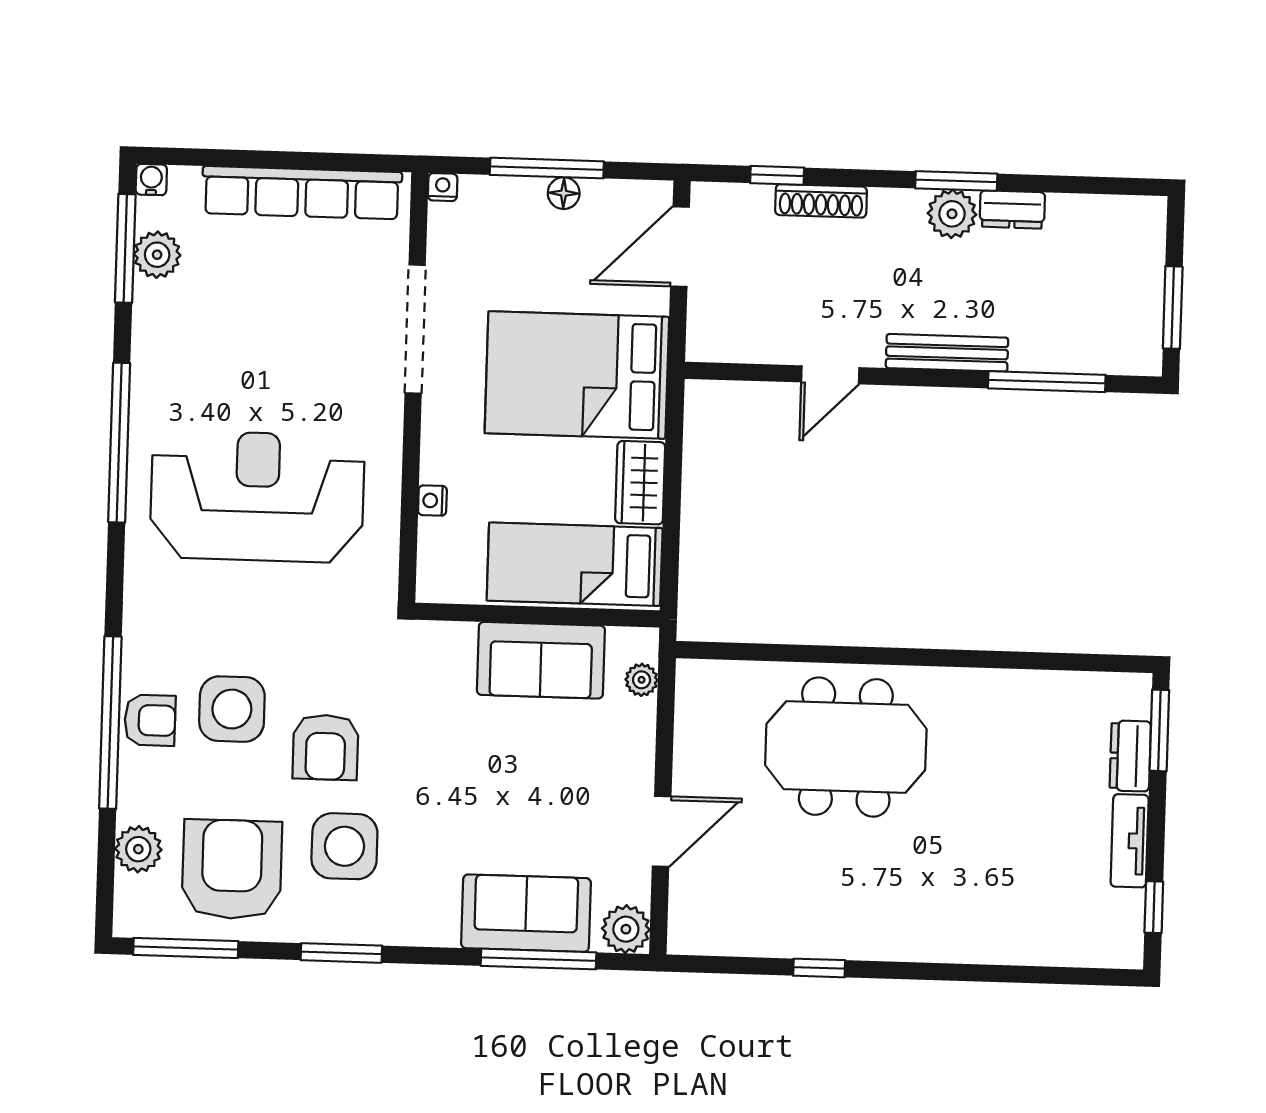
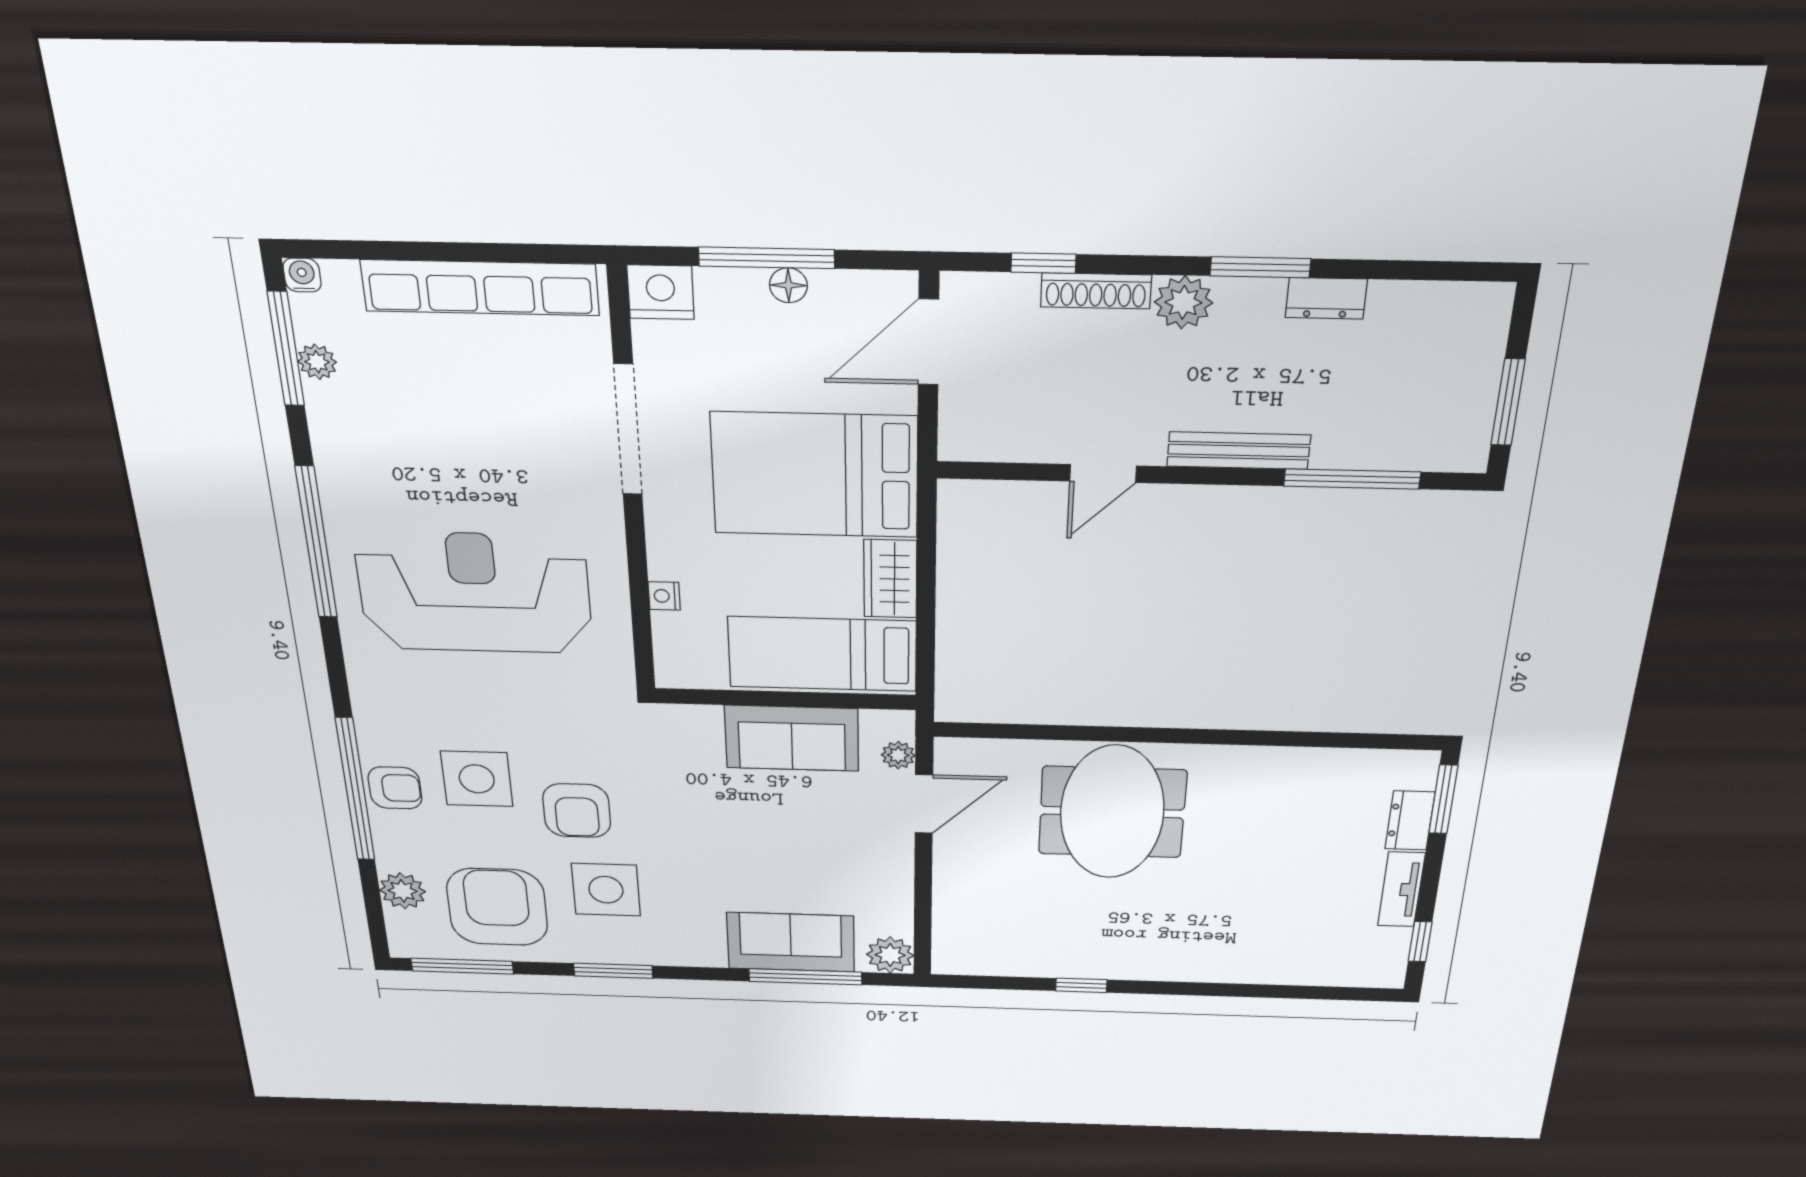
nightstand: (443, 187) -> (661, 292), width x1.89, depth x1.79
plant: (952, 214) -> (1183, 302), moved
plant: (157, 255) -> (317, 362), width x0.73, depth x0.73
meeting table: (846, 747) -> (1112, 812), turned 90
door: (662, 831) -> (924, 804), moved

